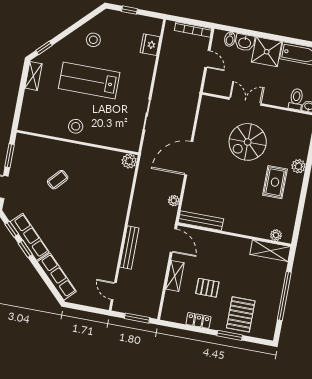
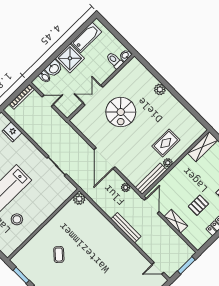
stool: (76, 126) -> (17, 219), moved
rug: (275, 182) -> (166, 143), moved, turned 90
plant: (276, 235) -> (168, 163), moved
door: (173, 240) -> (152, 206), hinge flipped
bench: (129, 247) -> (126, 228), moved

